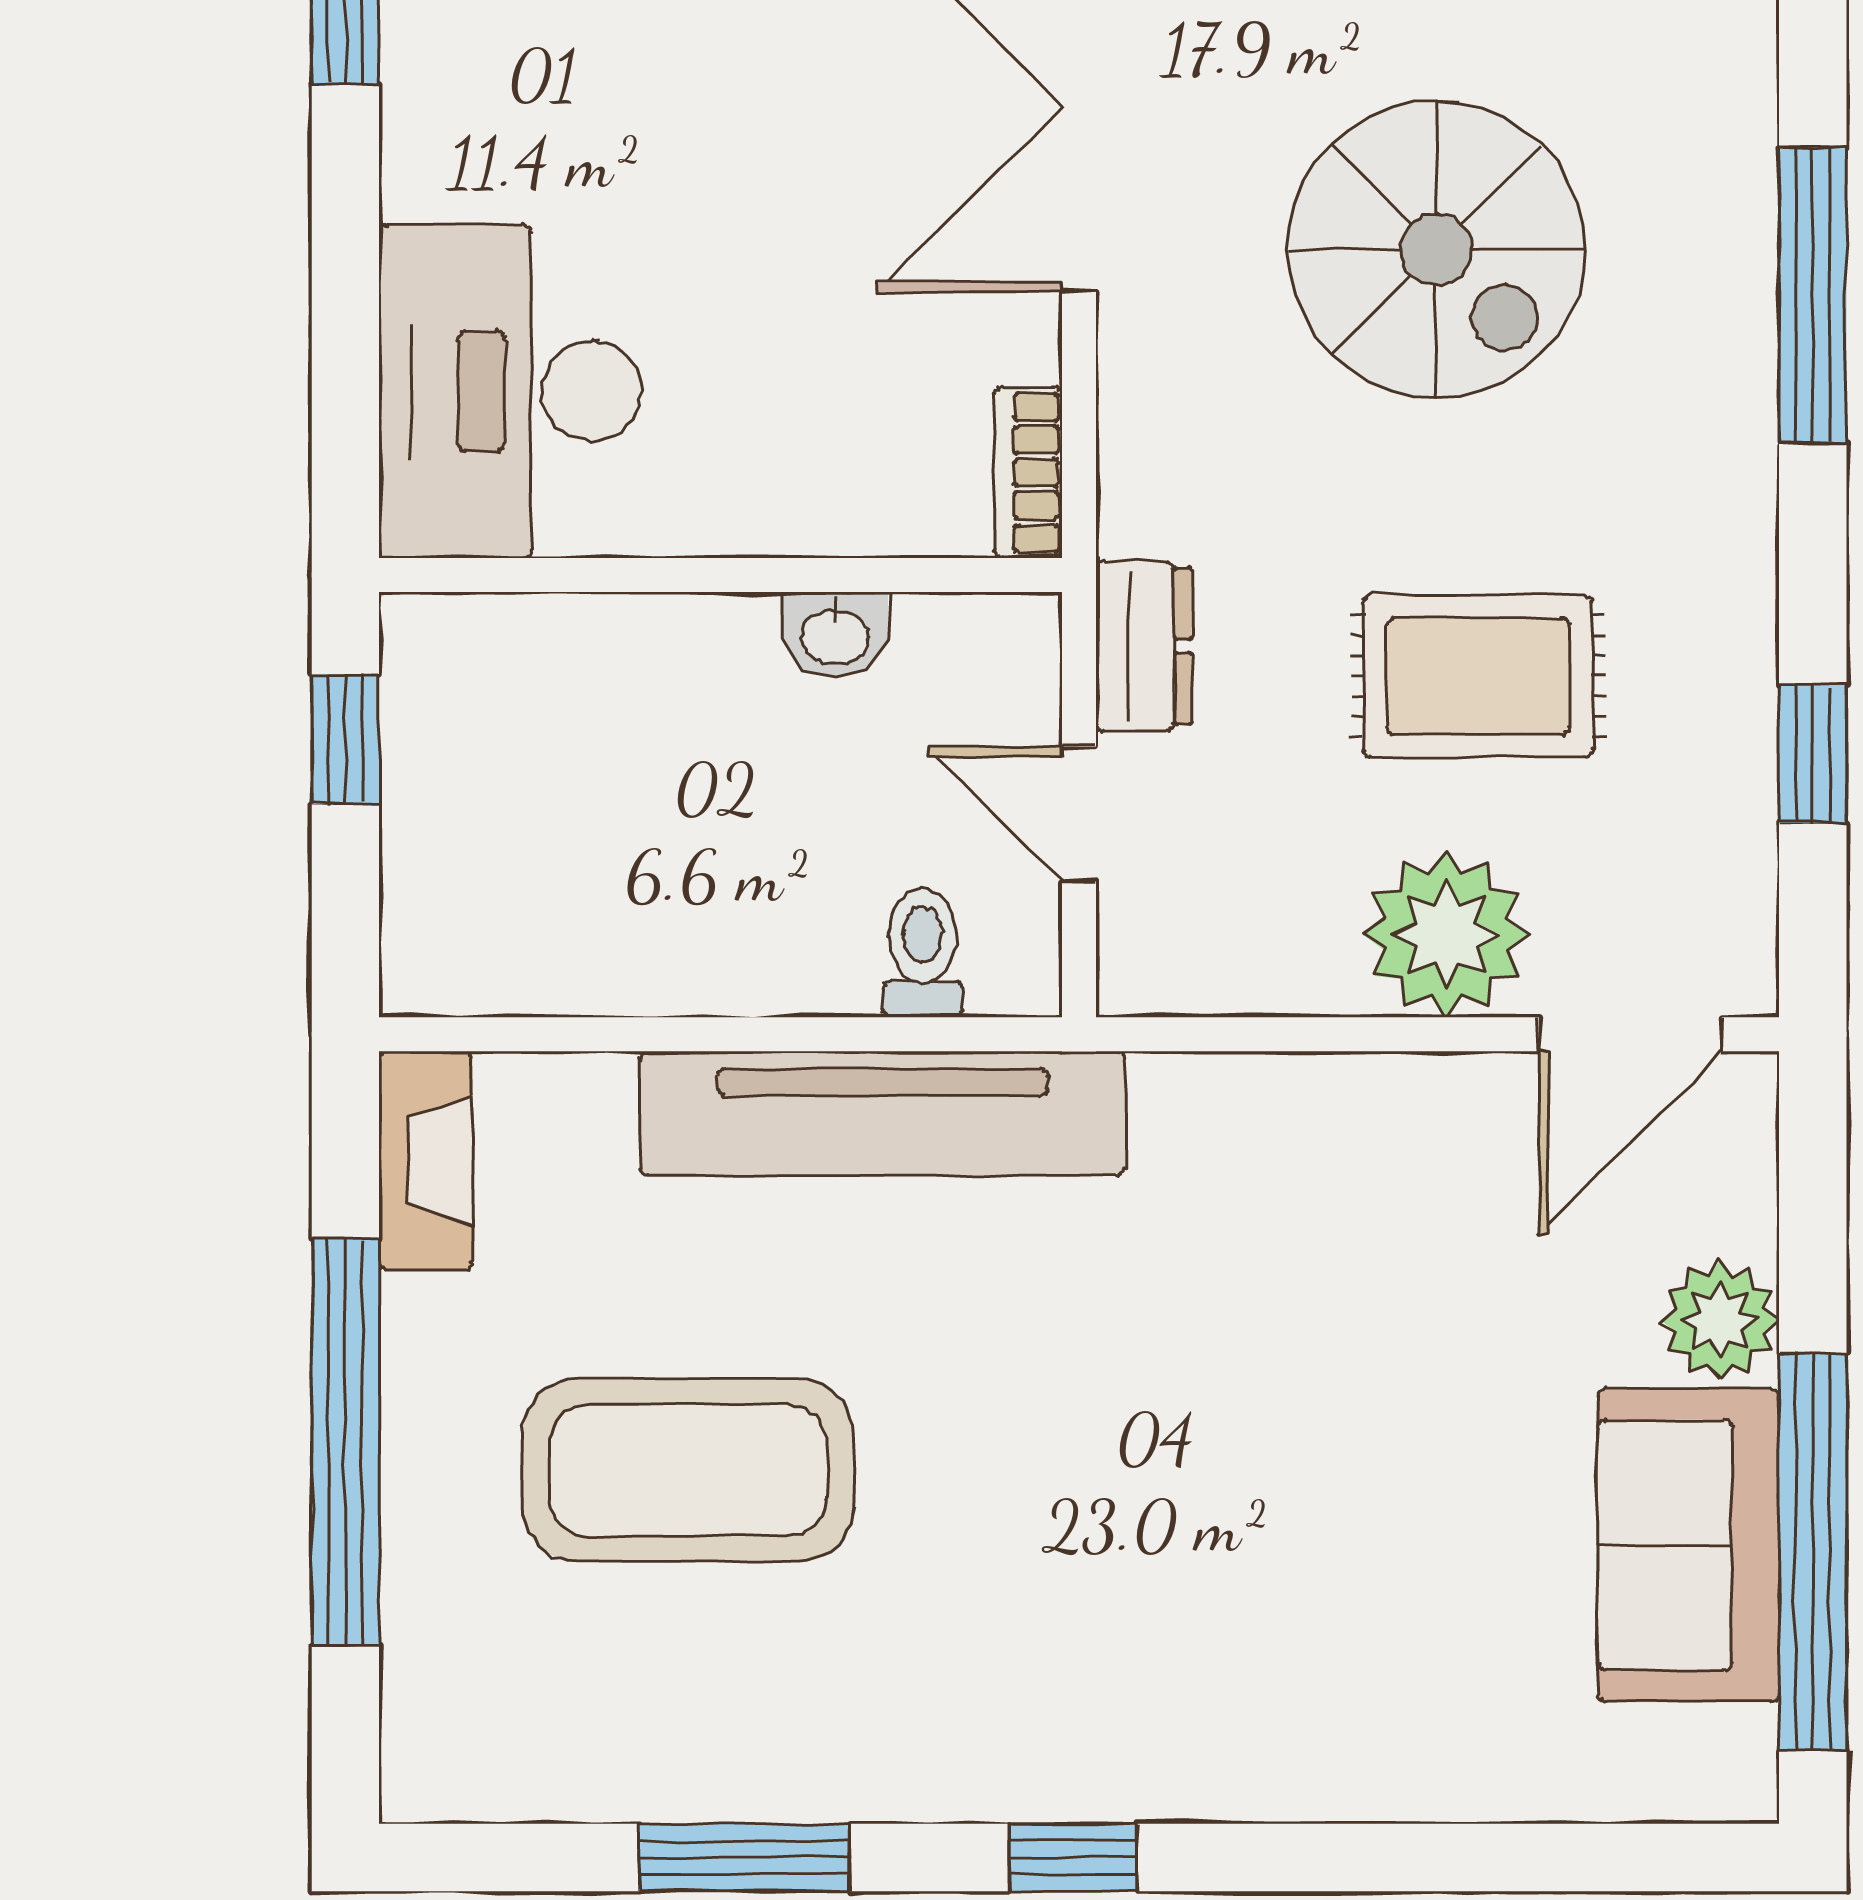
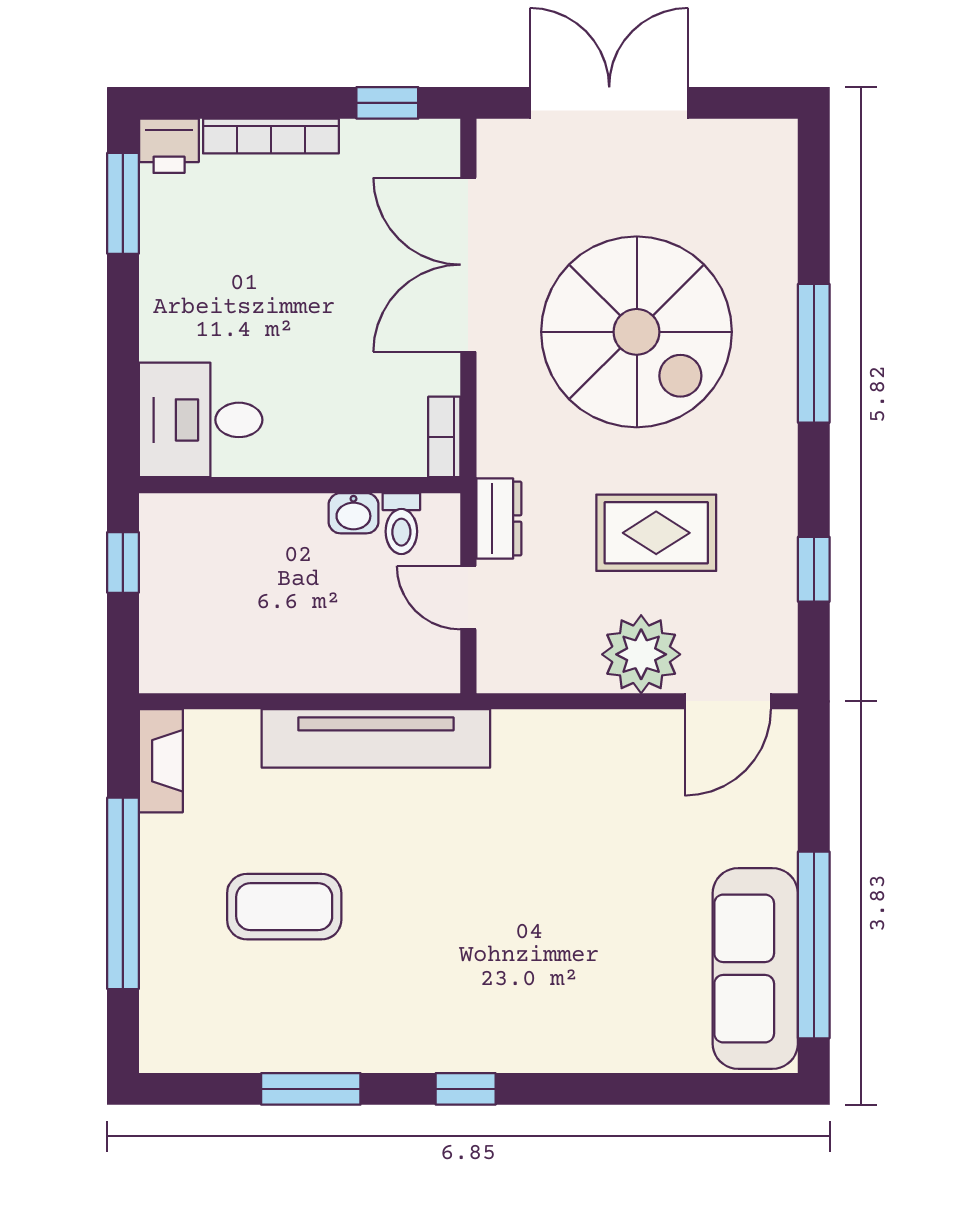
spiral stairs: (1436, 249) -> (637, 332), width x1.37, depth x1.37
desk: (510, 391) -> (201, 420), width x0.73
toilet: (923, 953) -> (401, 524), moved, turned 180
plant: (1720, 1320) -> (770, 836), removed
coffee table: (688, 1470) -> (284, 907), width x0.73, depth x0.76
sofa: (1688, 1545) -> (755, 968), width x1.36

